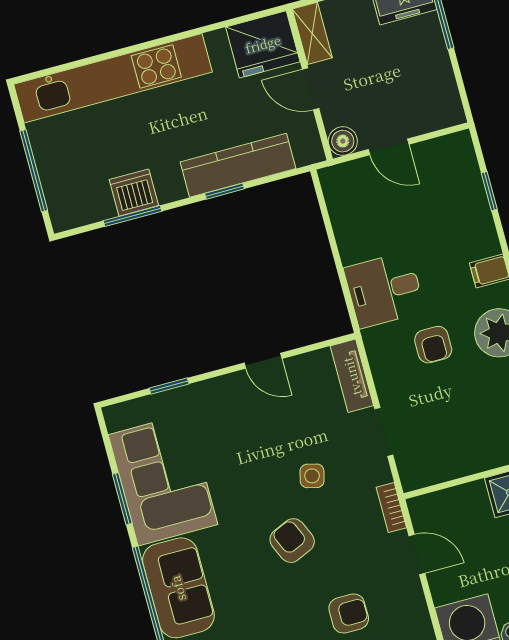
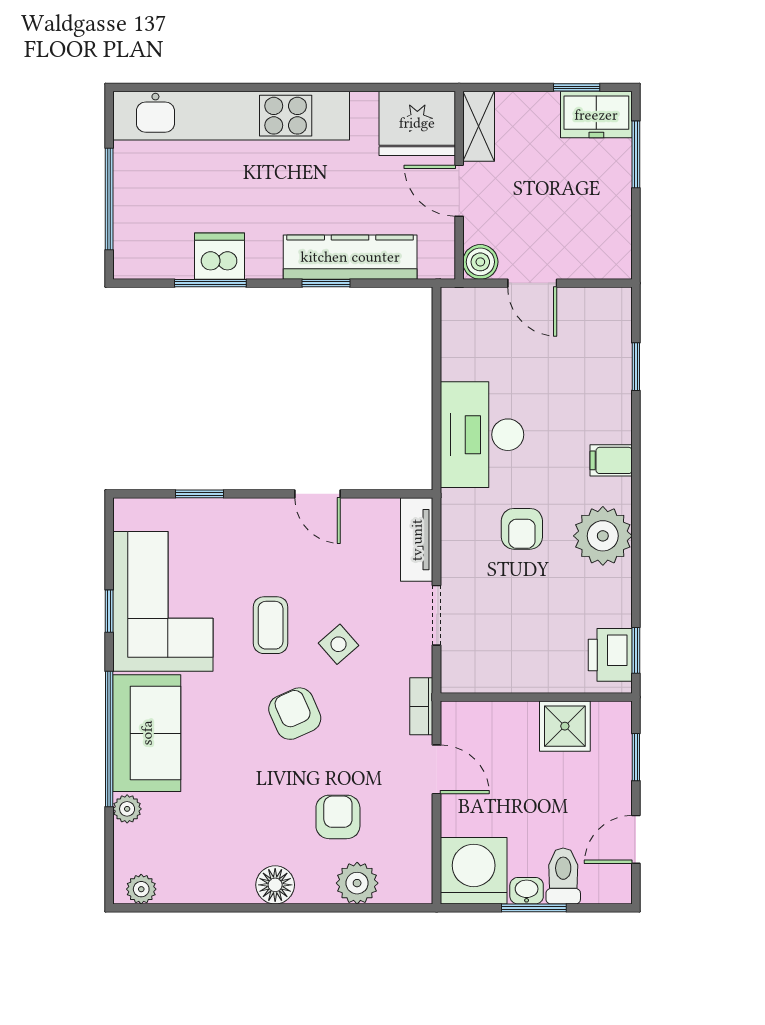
desk: (384, 290) -> (482, 435), width x1.37
coffee table: (254, 475) -> (271, 625), added
side table: (312, 476) -> (339, 644), turned 35
window: (122, 499) -> (109, 611), width x0.67
armchair: (349, 614) -> (338, 817), turned -90

